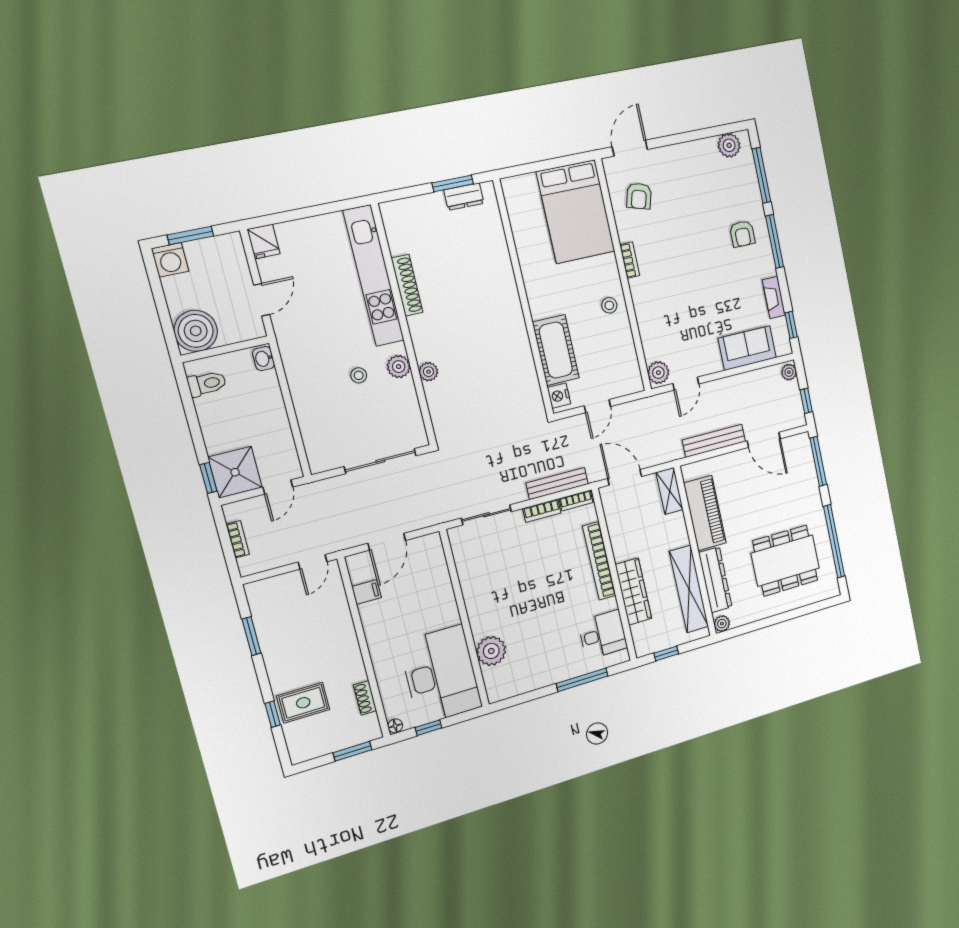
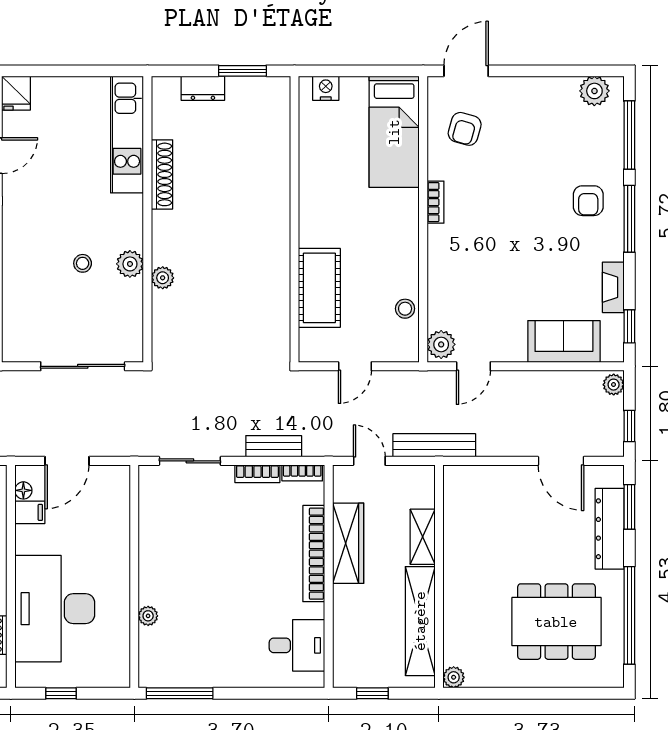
dresser: (464, 197) -> (203, 88), moved
bed: (576, 212) -> (394, 132), width x0.67
kitchen unit: (374, 276) -> (127, 134), width x0.73
stool: (609, 305) -> (405, 309), moved
nightstand: (559, 396) -> (326, 88), moved, turned 90
bench: (714, 441) -> (434, 445), moved
window: (818, 461) -> (629, 507), width x0.69
door: (625, 477) -> (369, 461), width x0.73
bench: (557, 483) -> (274, 446), width x0.73
shelving: (670, 491) -> (423, 537), moved
piano: (705, 513) -> (462, 532), removed
dresser: (715, 580) -> (610, 529), moved, turned 180
wardrobe: (633, 592) -> (348, 543), moved
plant: (491, 651) -> (148, 616), width x0.53, depth x0.53
desk: (441, 675) -> (55, 609), moved, turned 180
window: (582, 680) -> (180, 693), moved
floor lamp: (395, 726) -> (23, 490), moved

